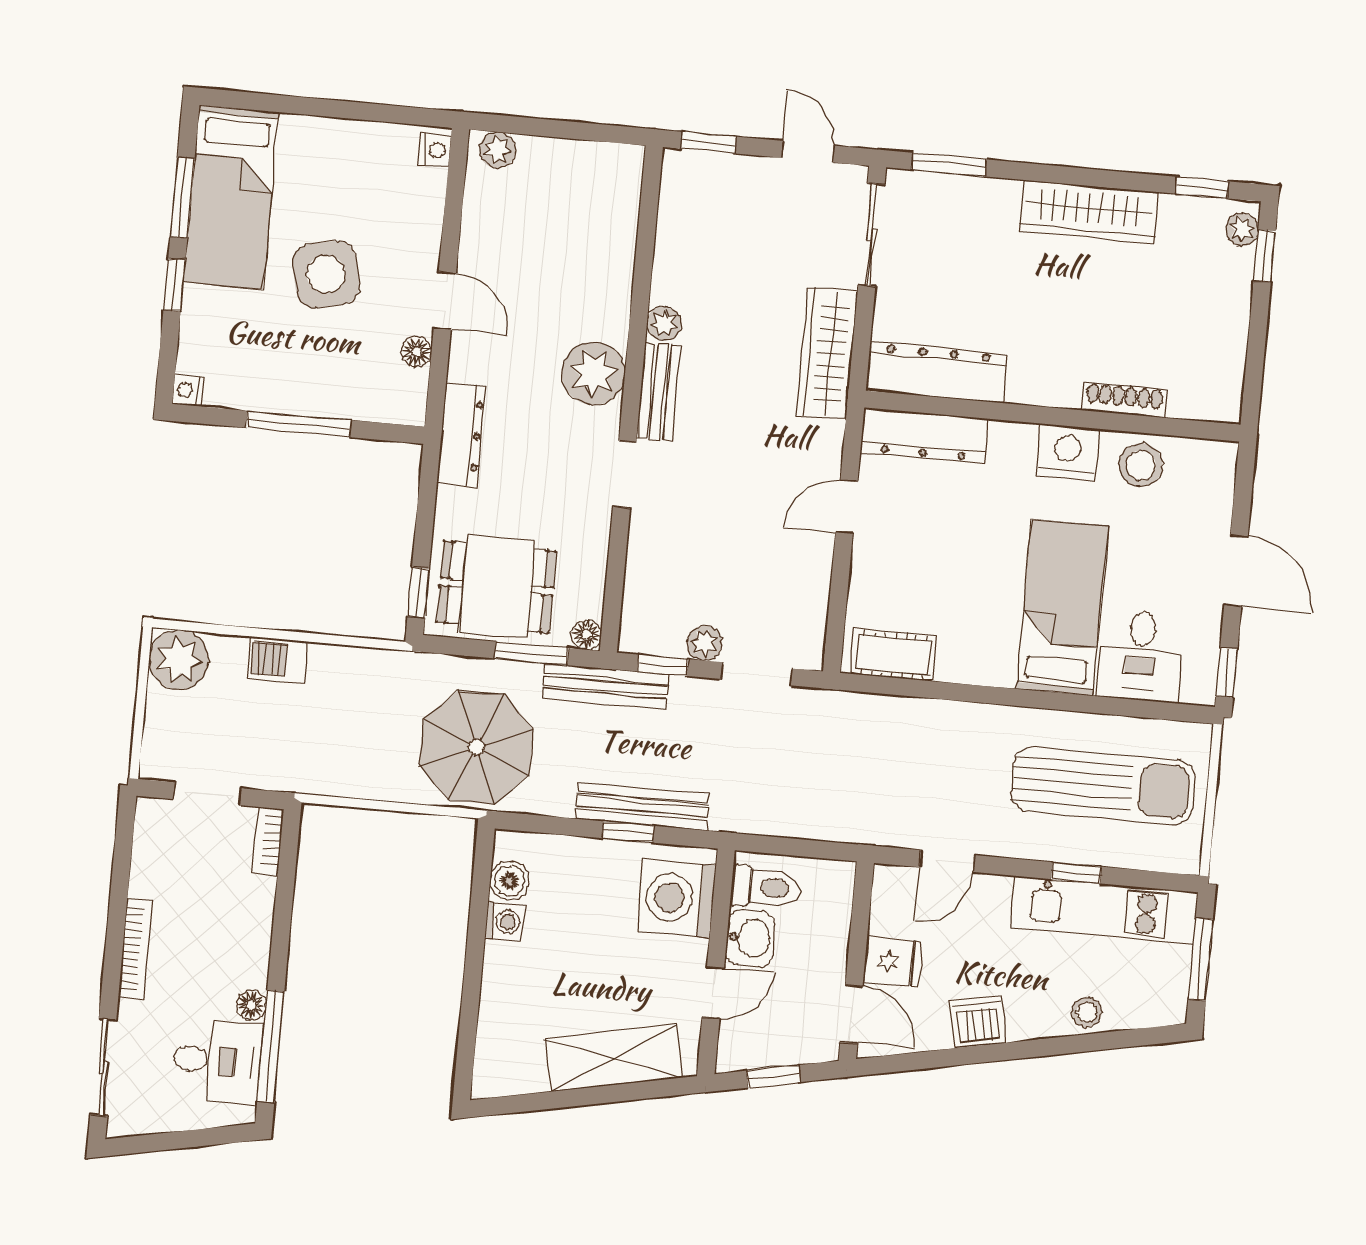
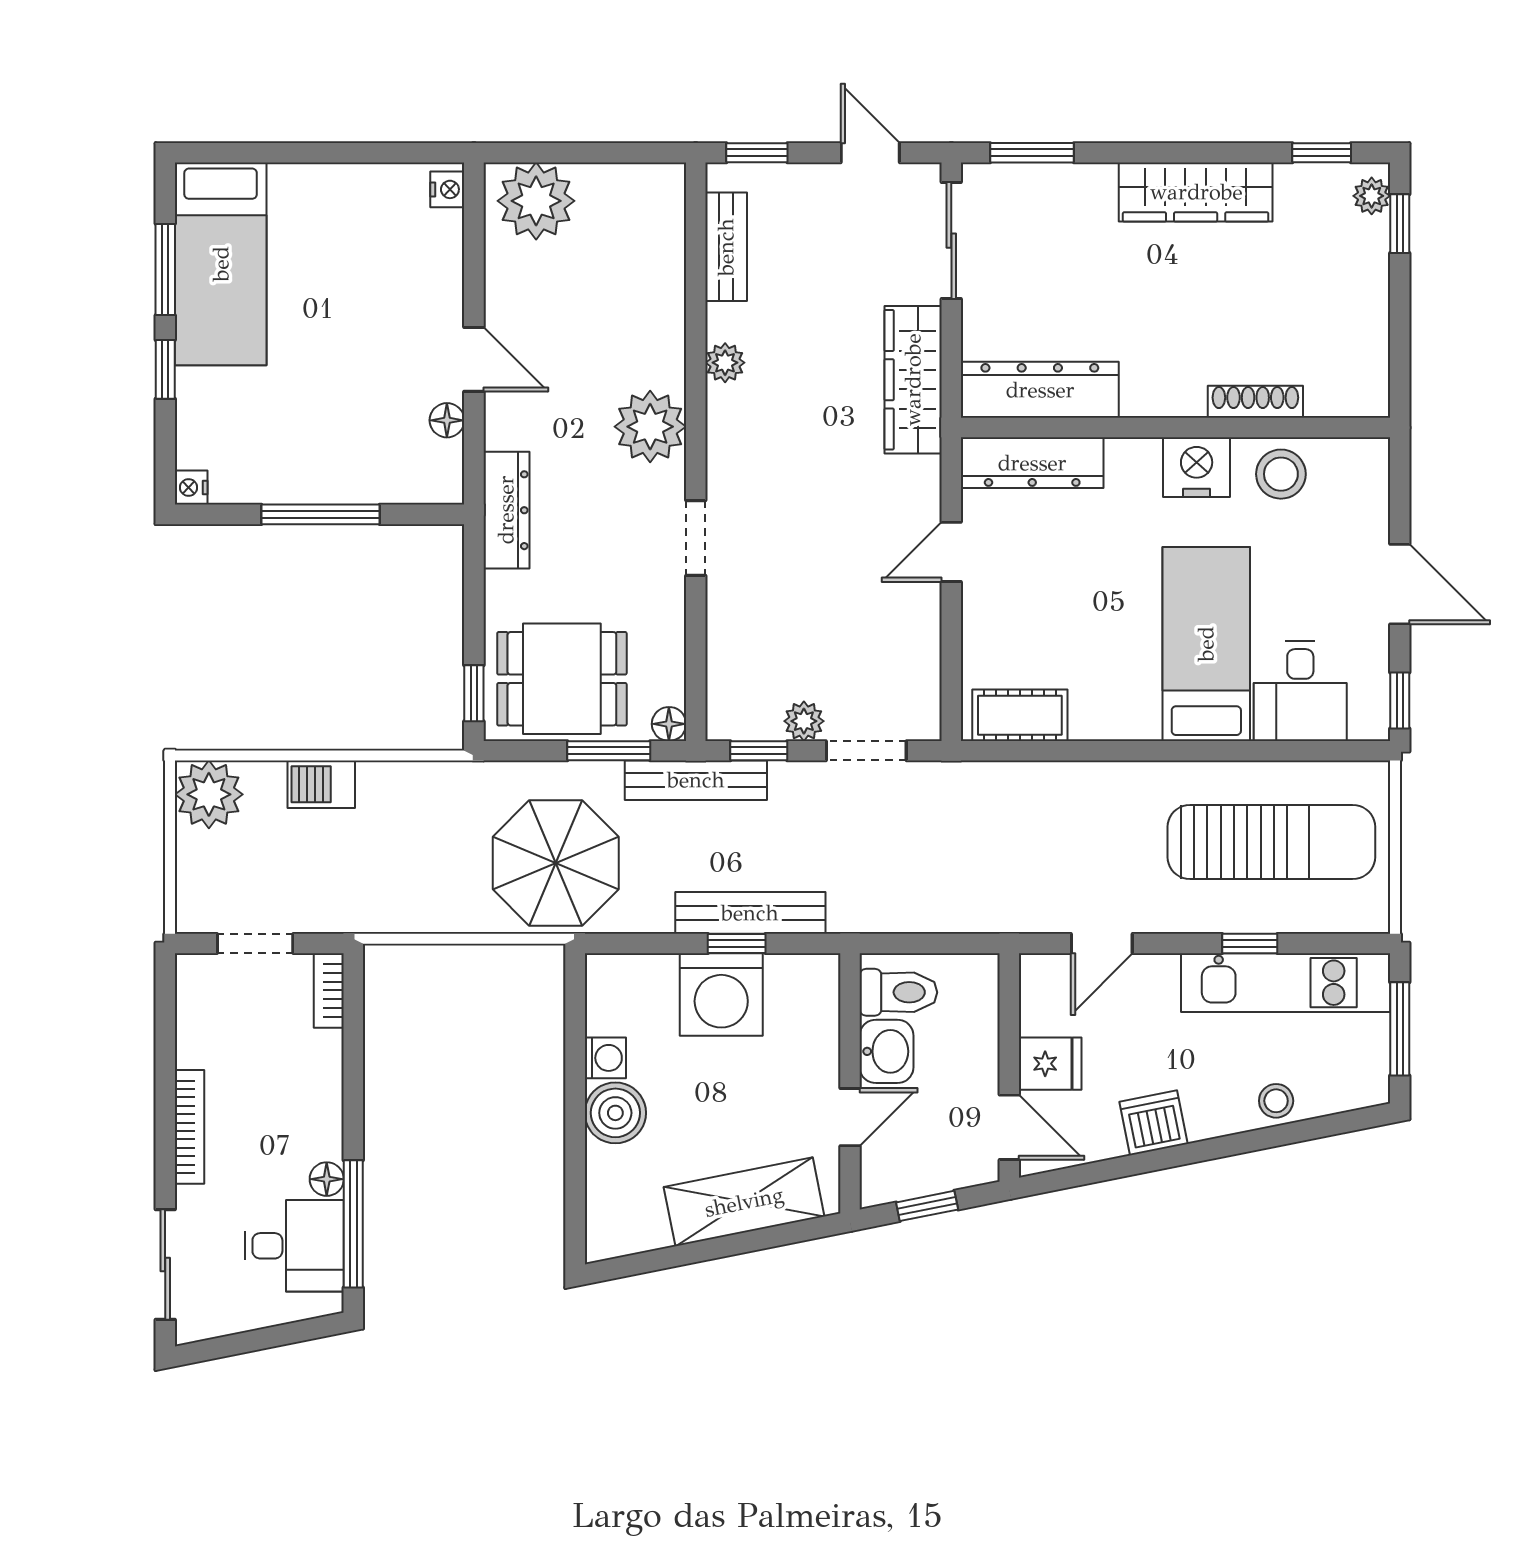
plant: (497, 150) -> (536, 201), width x1.88, depth x1.88
side table: (326, 274) -> (336, 342), removed
bench: (659, 392) -> (726, 247), moved
boiler: (510, 881) -> (615, 1113), moved, width x1.36, depth x1.36
washing machine: (677, 898) -> (721, 995), moved, turned -90

